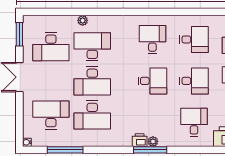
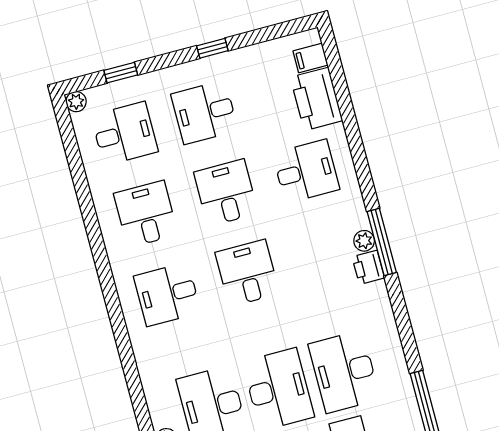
desk: (92, 115) -> (344, 372), turned 180
desk: (194, 122) -> (306, 171), turned 180

